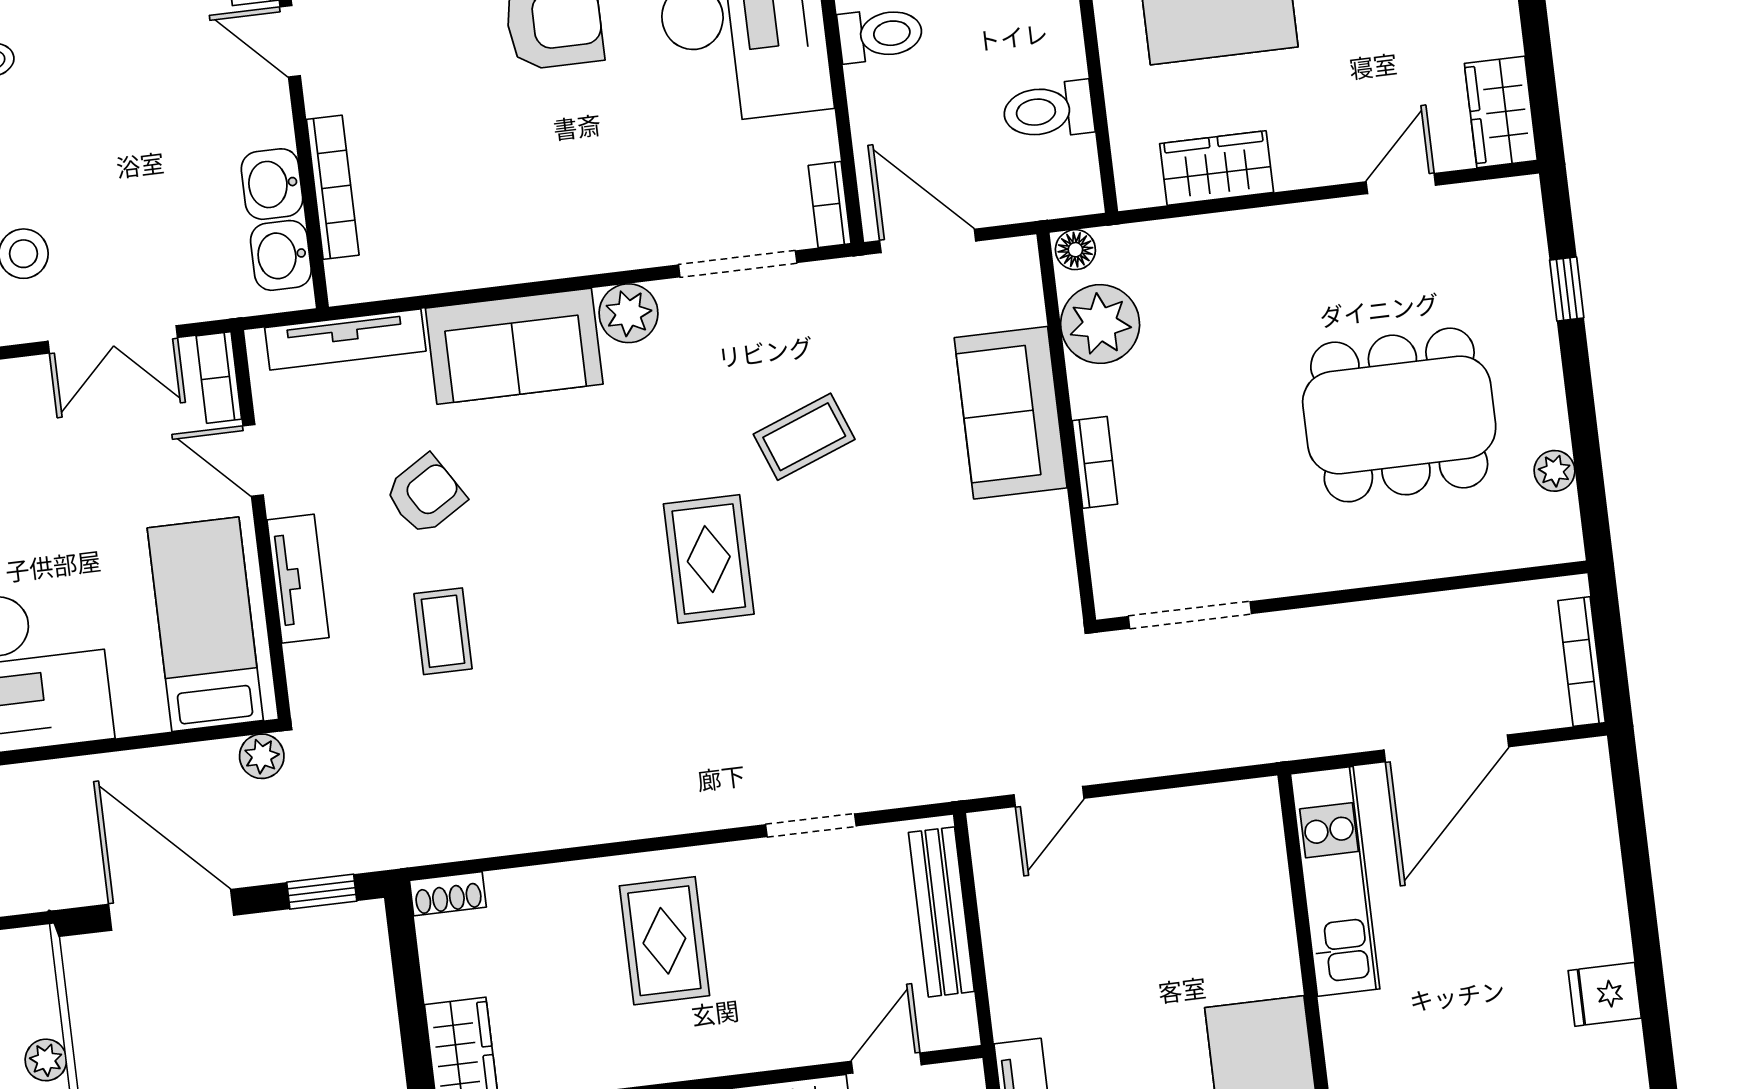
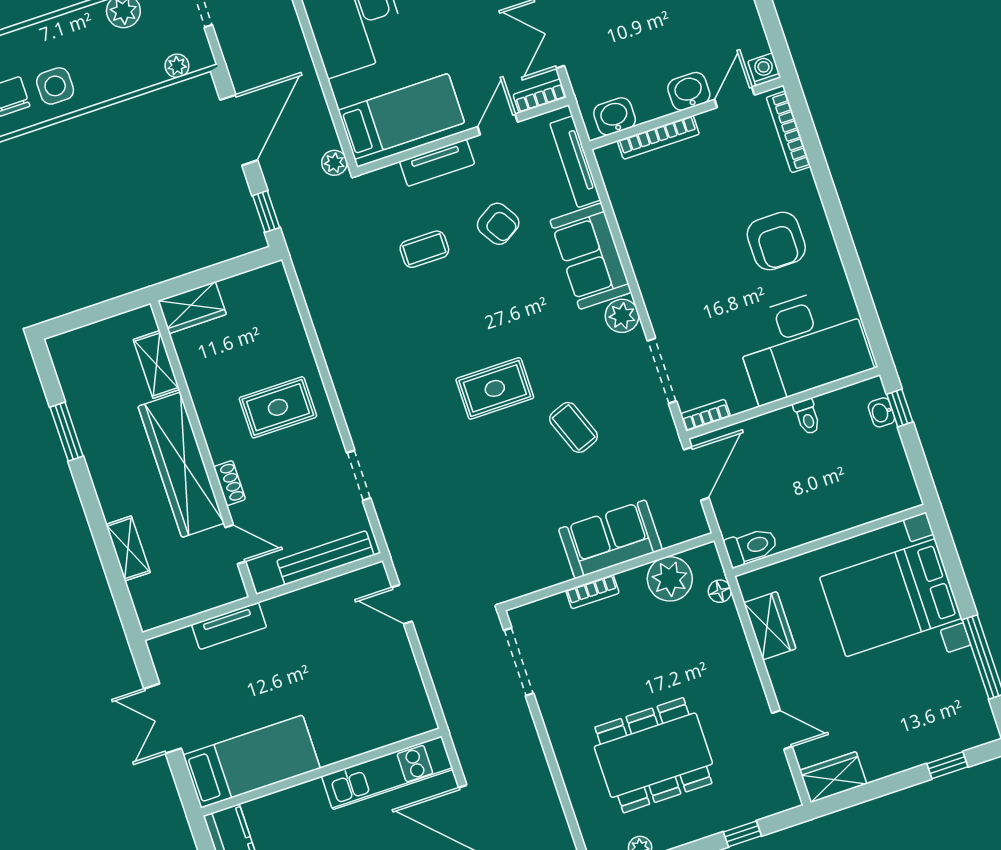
toilet: (880, 35) -> (807, 417), width x0.73, depth x0.72
toilet: (1048, 111) -> (751, 547), moved, turned 90
washbasin: (272, 184) -> (689, 91), moved
floor lamp: (1075, 250) -> (720, 591), moved
dining table: (1399, 415) -> (653, 755), turned 90
shoe rack: (448, 894) -> (229, 483), moved, turned 180
plant: (46, 1060) -> (177, 66), moved

